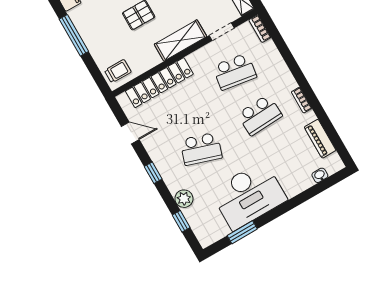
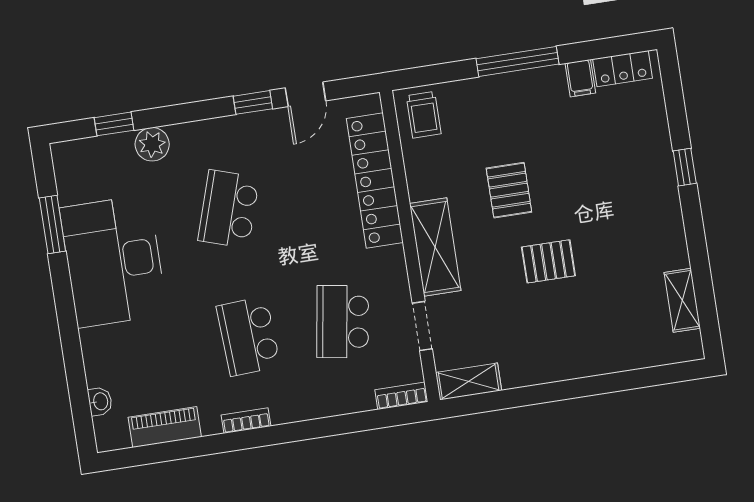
window: (153, 173) -> (253, 102), moved

